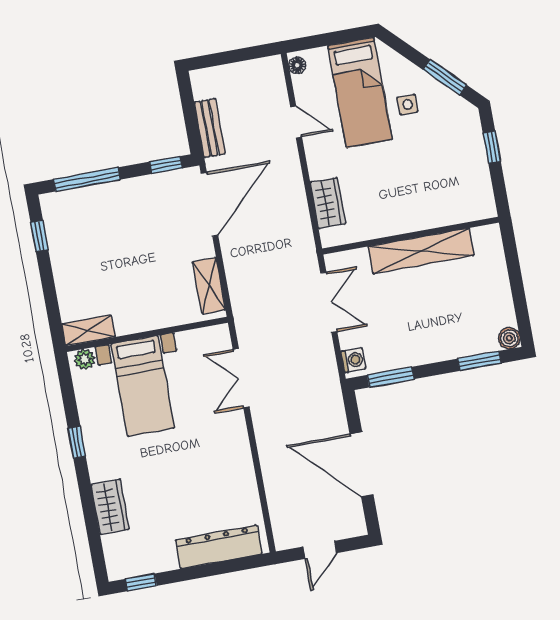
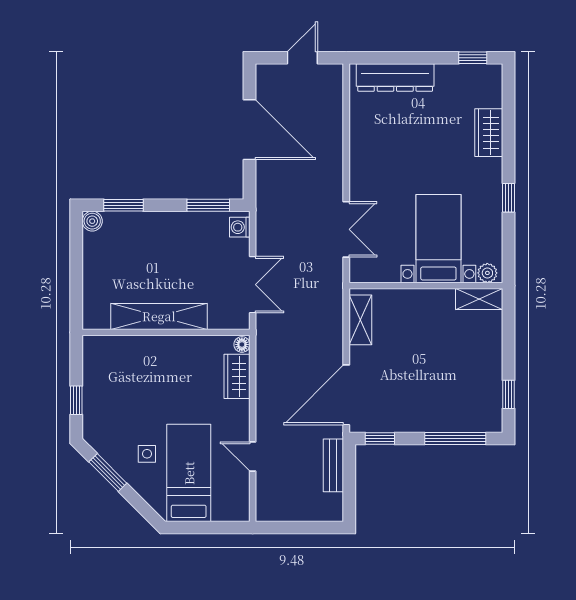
floor lamp: (297, 65) -> (242, 344), moved
double door: (329, 302) -> (253, 285), swing flipped

